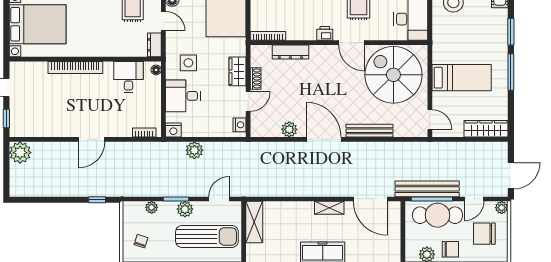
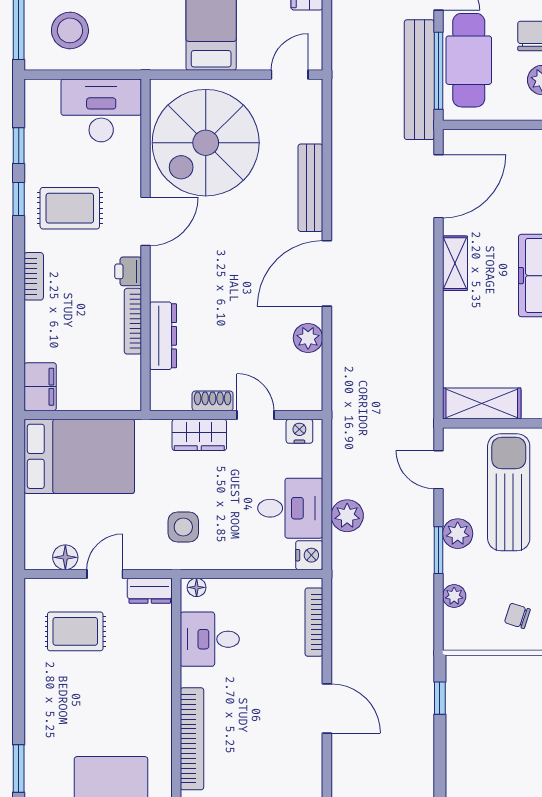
bookcase: (268, 36) -> (133, 321), moved
desk: (183, 96) -> (290, 508), moved, turned -90
bookcase: (144, 133) -> (314, 622), width x1.56

